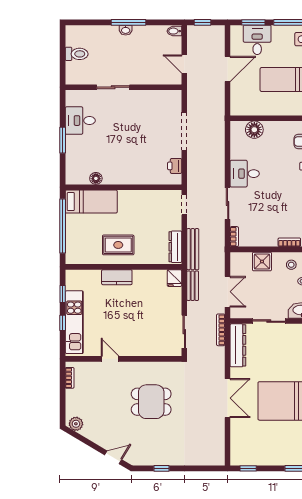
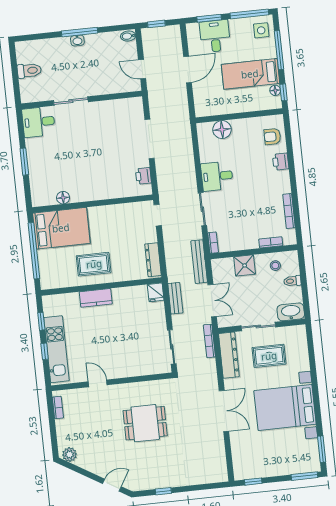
desk: (80, 121) -> (39, 122), moved
bed: (91, 202) -> (61, 228), width x1.50
bench: (193, 249) -> (199, 262), moved
rug: (276, 350) -> (269, 356), added

